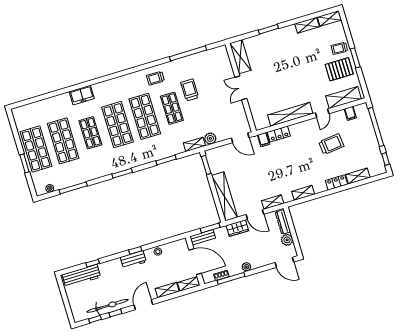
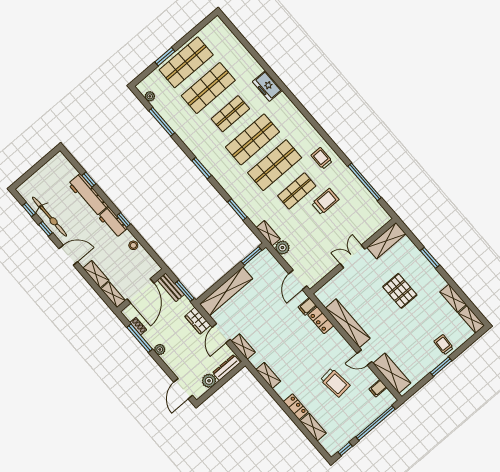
pallet: (339, 69) -> (400, 291), moved
workbench: (81, 276) -> (88, 195), moved

